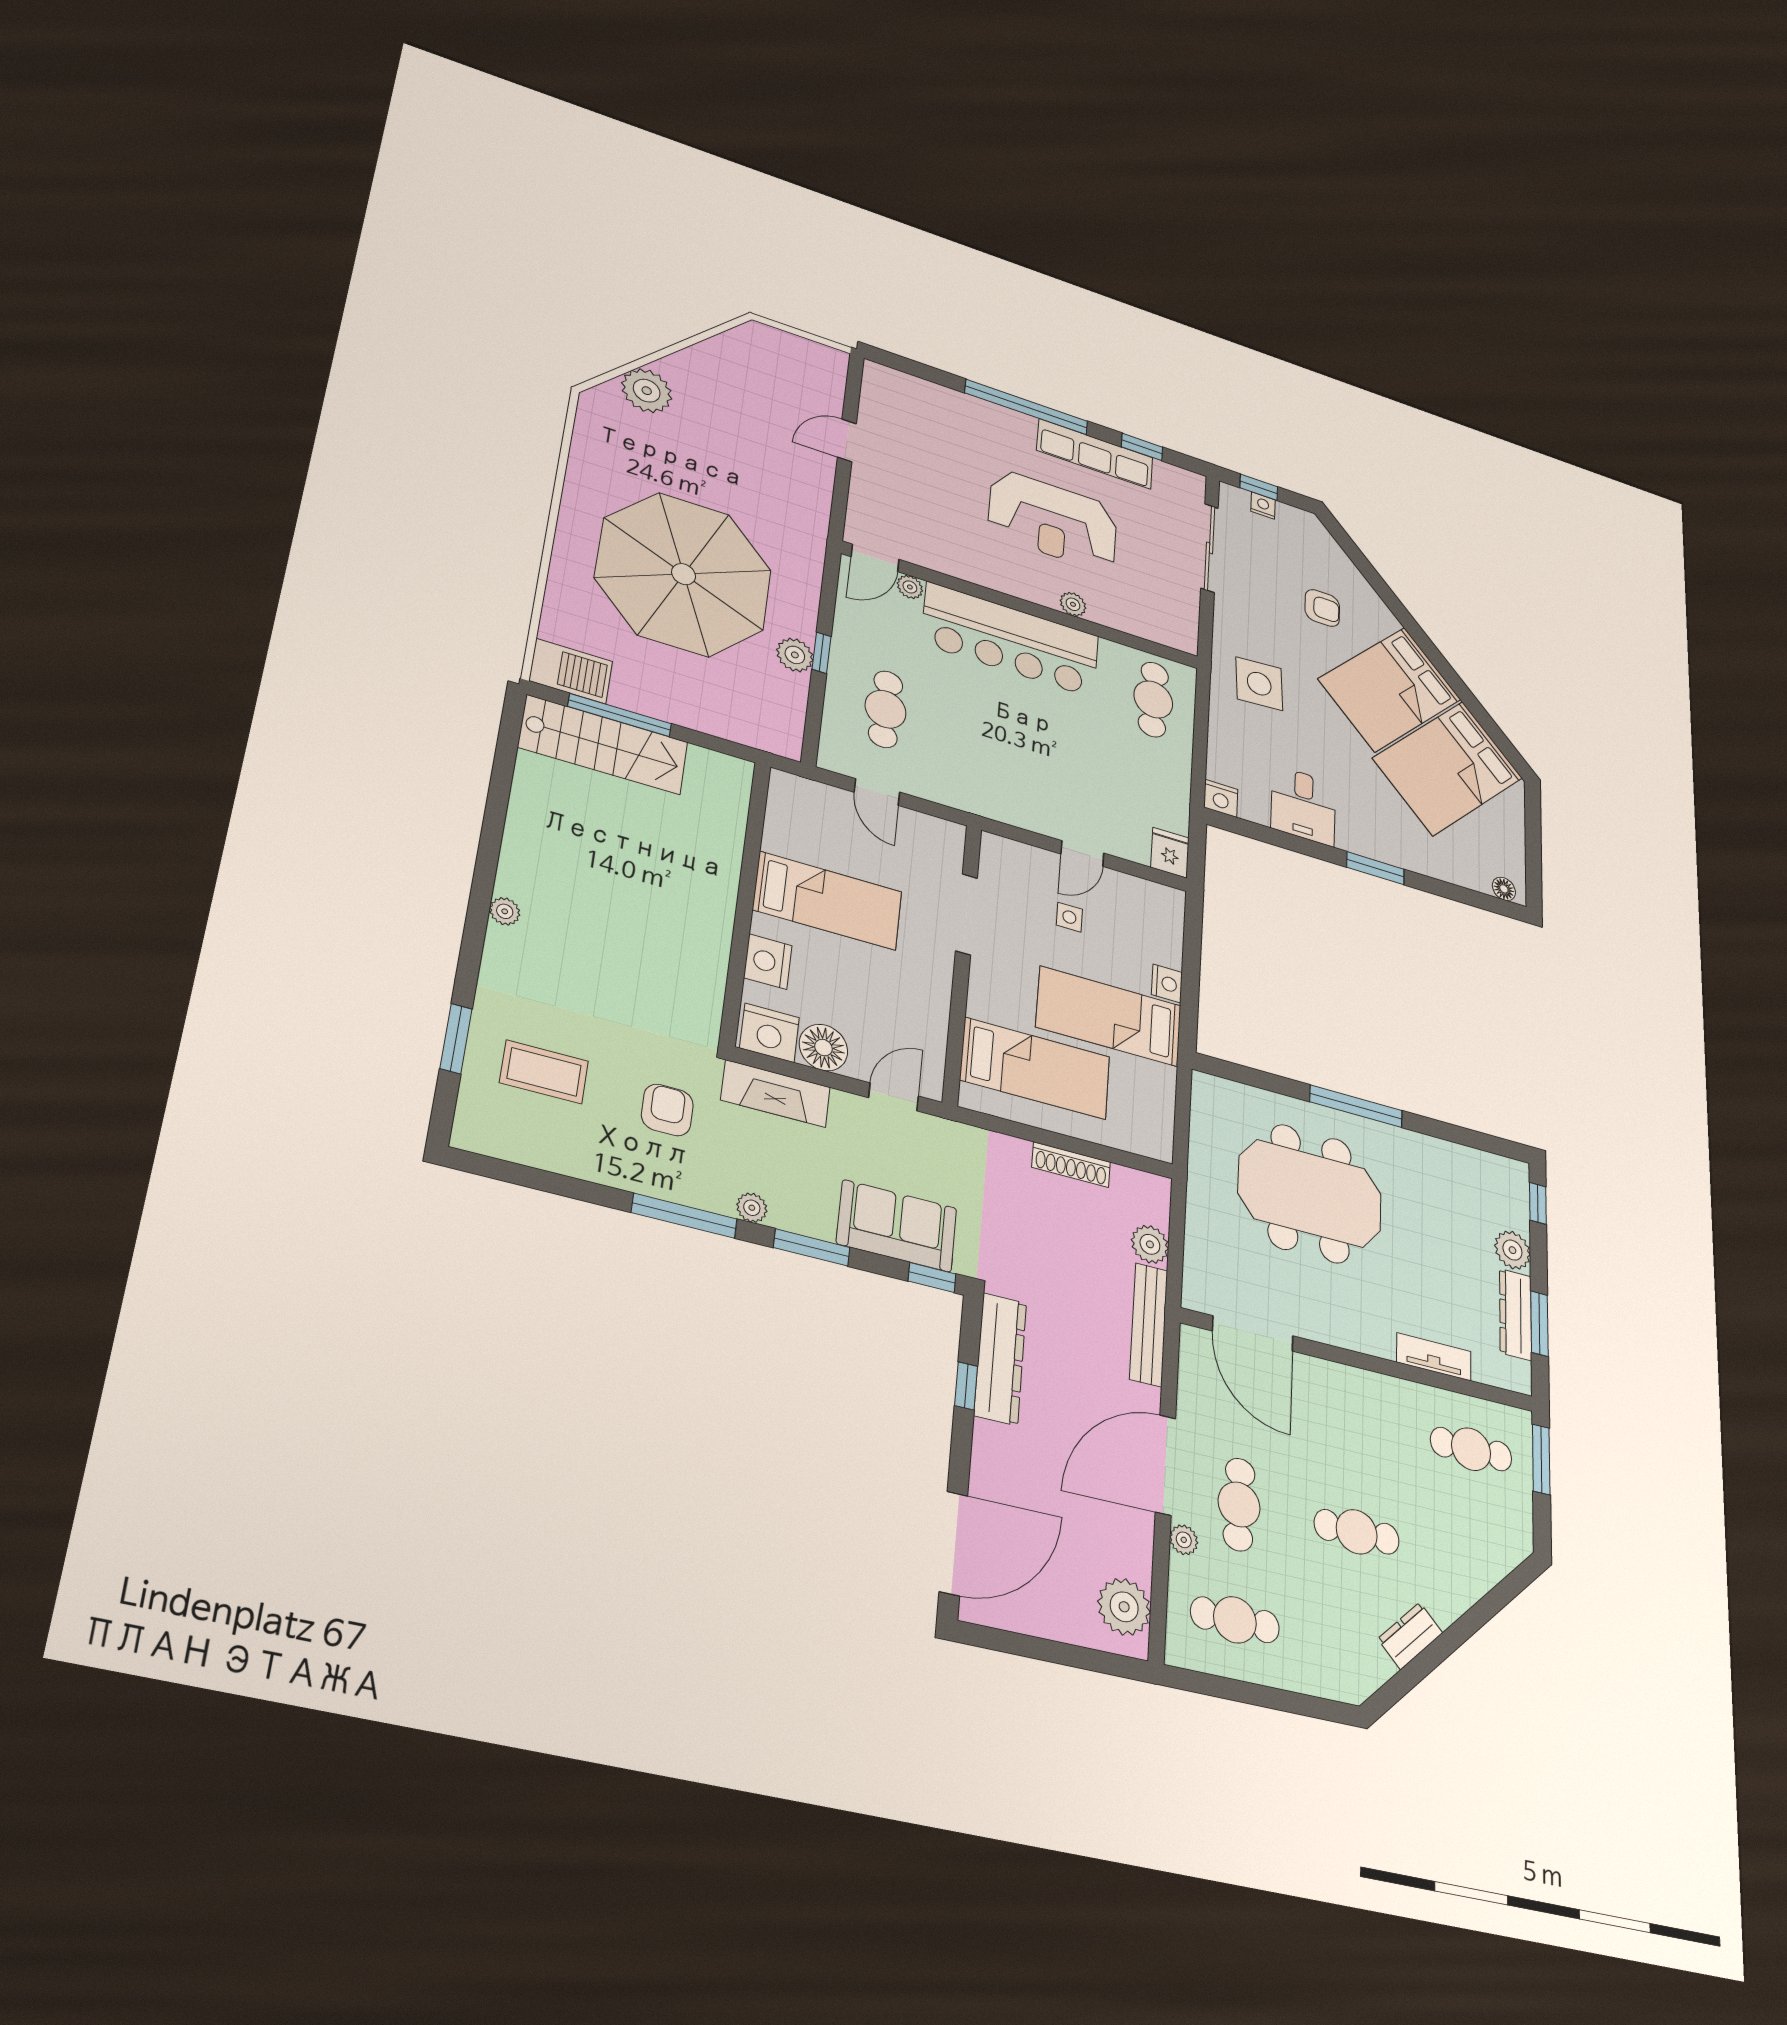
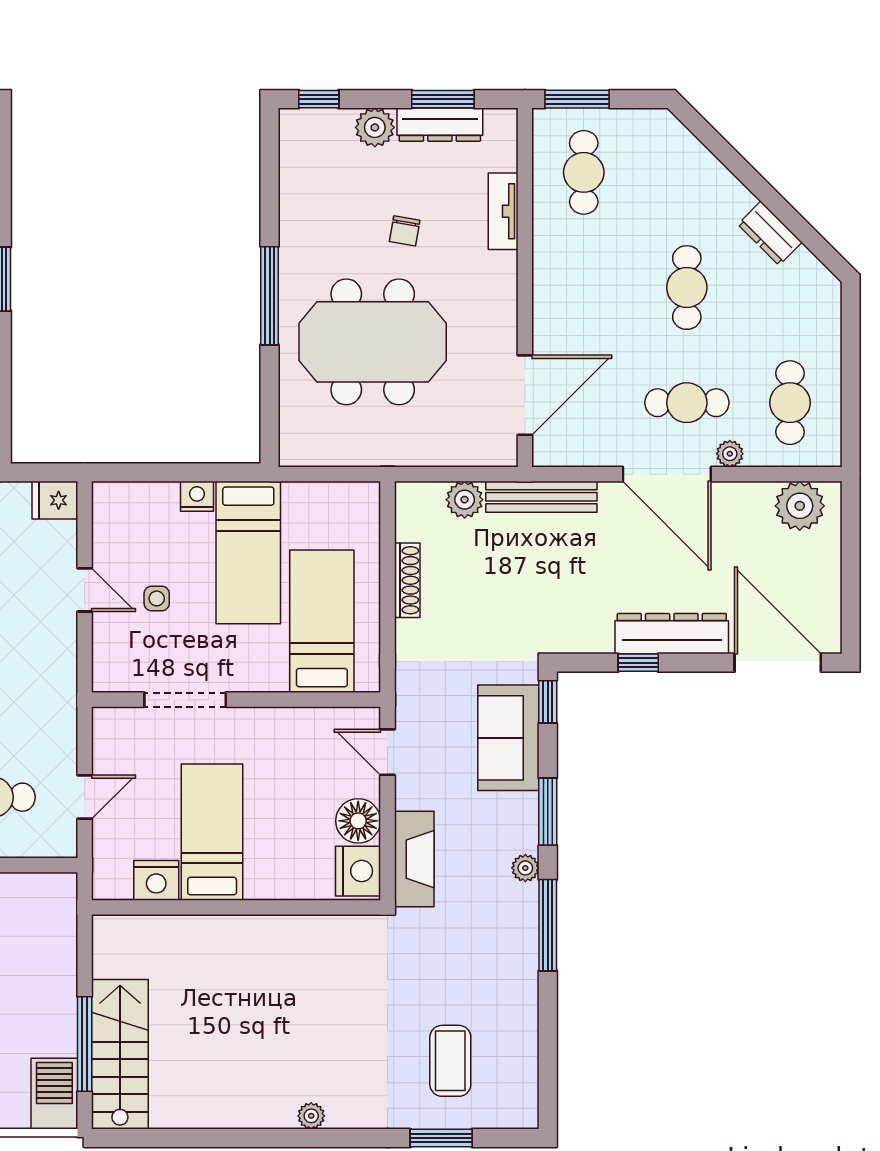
nightstand: (768, 962) -> (156, 880), moved
armchair: (667, 1110) -> (456, 952), removed
meeting table: (1310, 1193) -> (373, 342), turned 90
chair: (1416, 1253) -> (405, 231), added
dresser: (1000, 1359) -> (672, 634), moved

